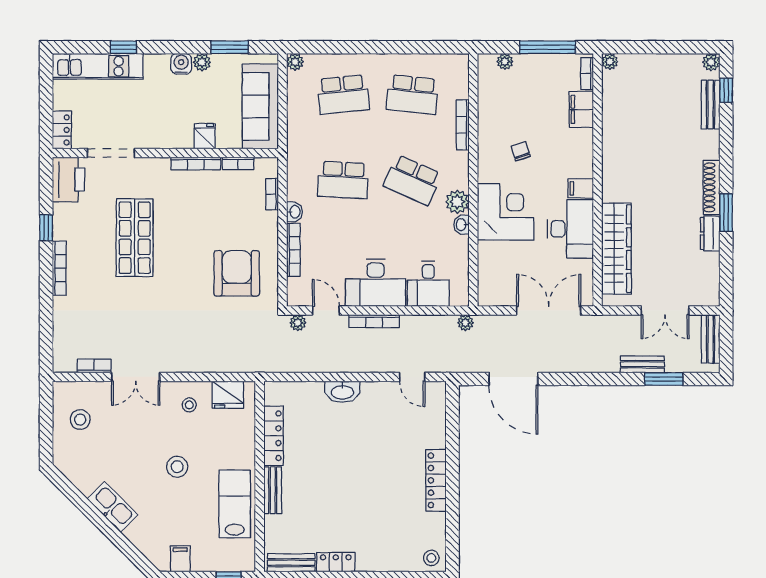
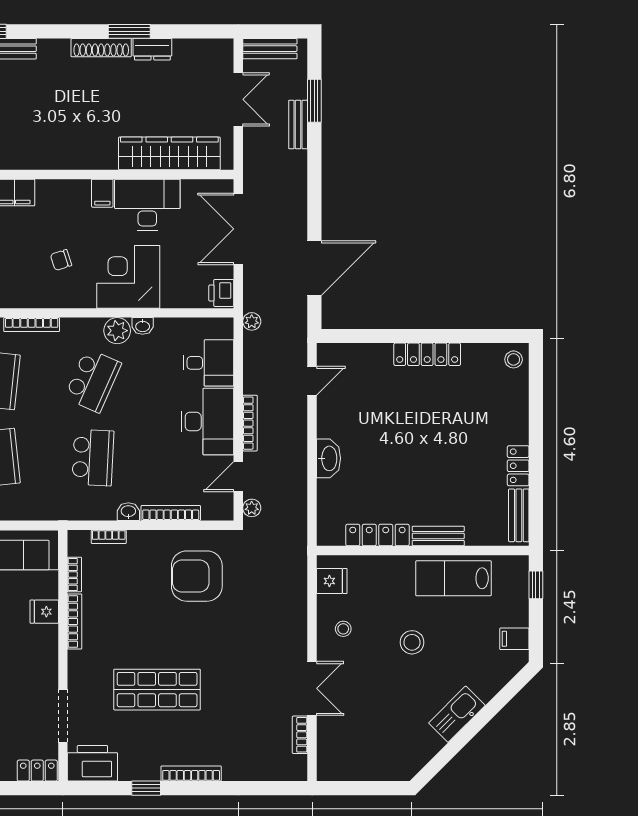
printer: (491, 295) -> (221, 293), added
fridge: (228, 395) -> (332, 581), width x0.72
stool: (80, 420) -> (359, 750), removed

